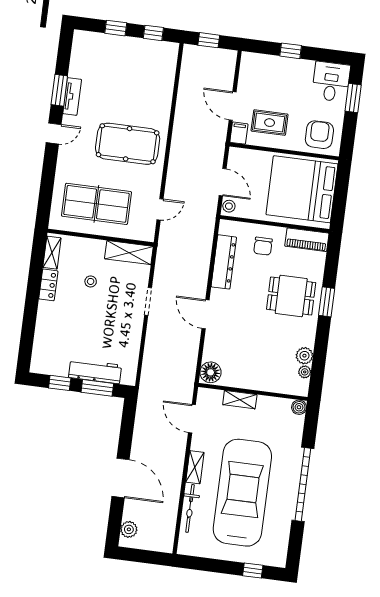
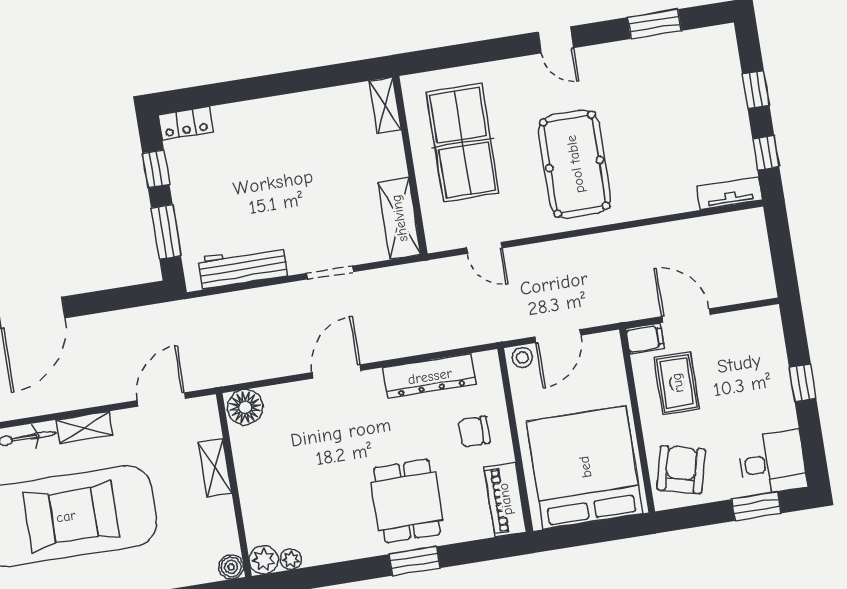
window: (209, 40) -> (781, 246), removed
window: (59, 90) -> (654, 24), moved
tv unit: (72, 97) -> (730, 193), moved, turned 180
door: (233, 106) -> (686, 315), hinge flipped
armchair: (319, 135) -> (681, 469), turned -76
shelving: (52, 253) -> (385, 105), moved, turned 90
stool: (91, 281) -> (335, 170), removed
locker: (48, 285) -> (186, 123), moved
plant: (304, 356) -> (264, 560), moved
workbench: (95, 371) -> (243, 267), moved, turned -90

